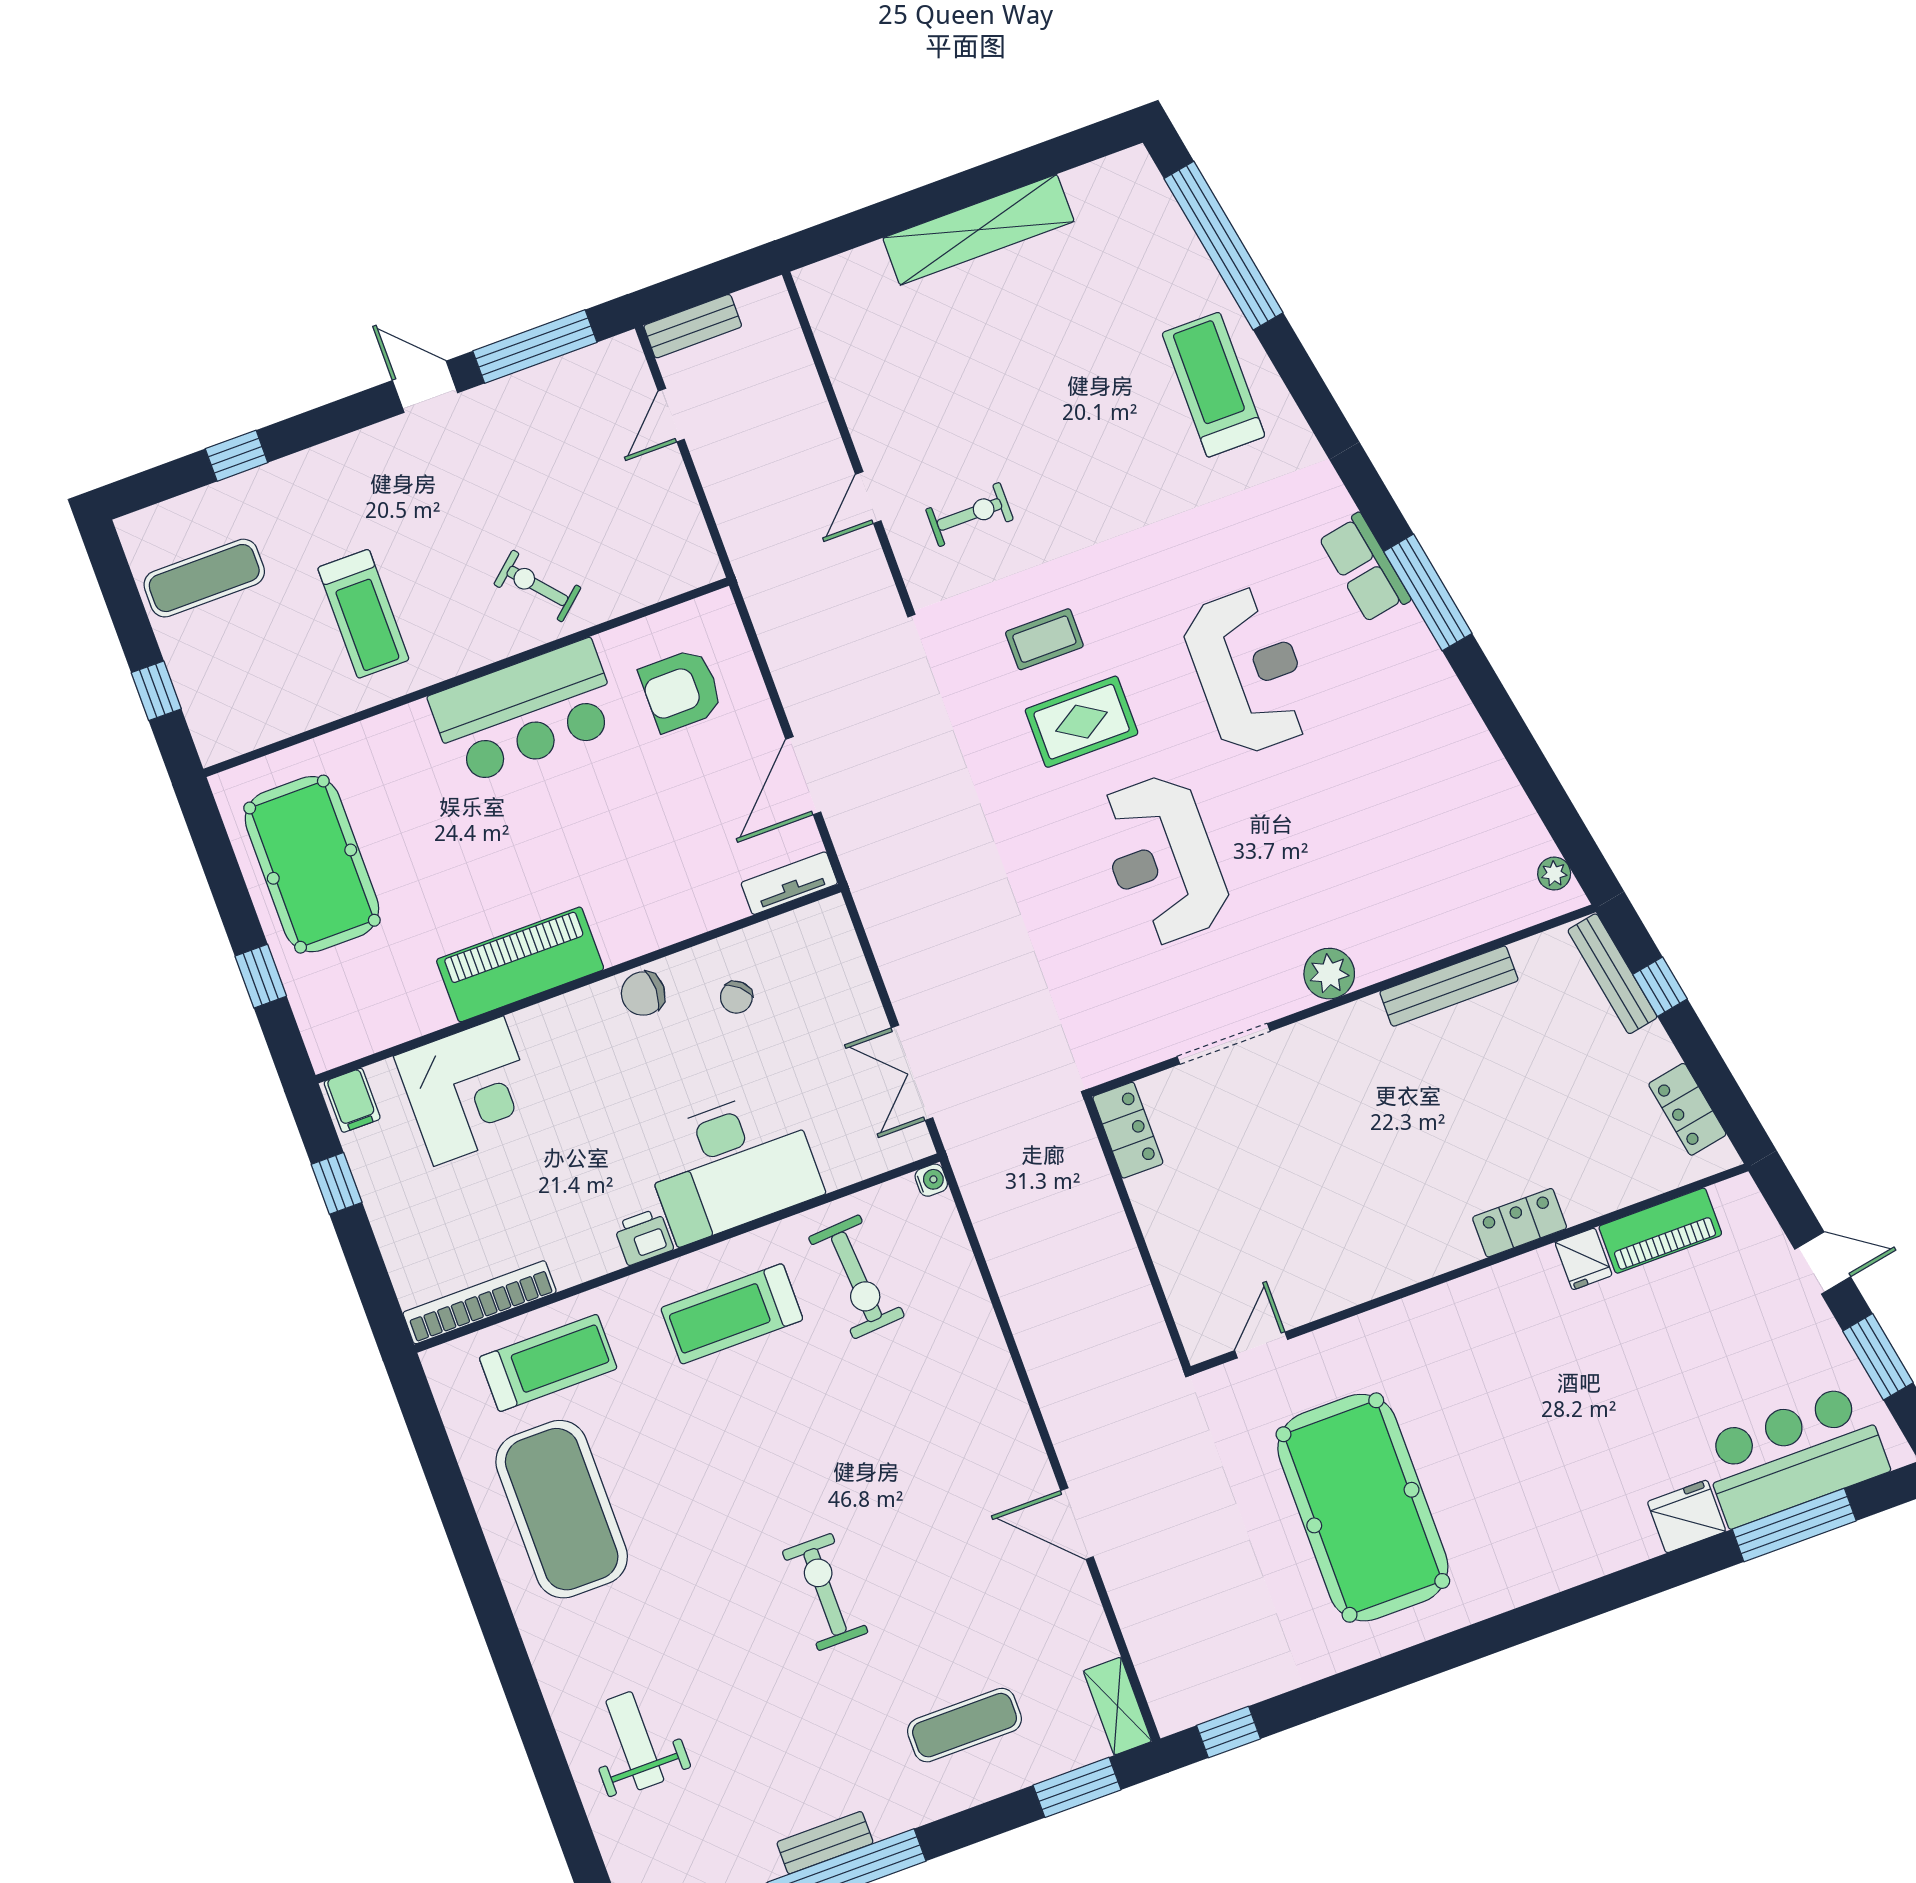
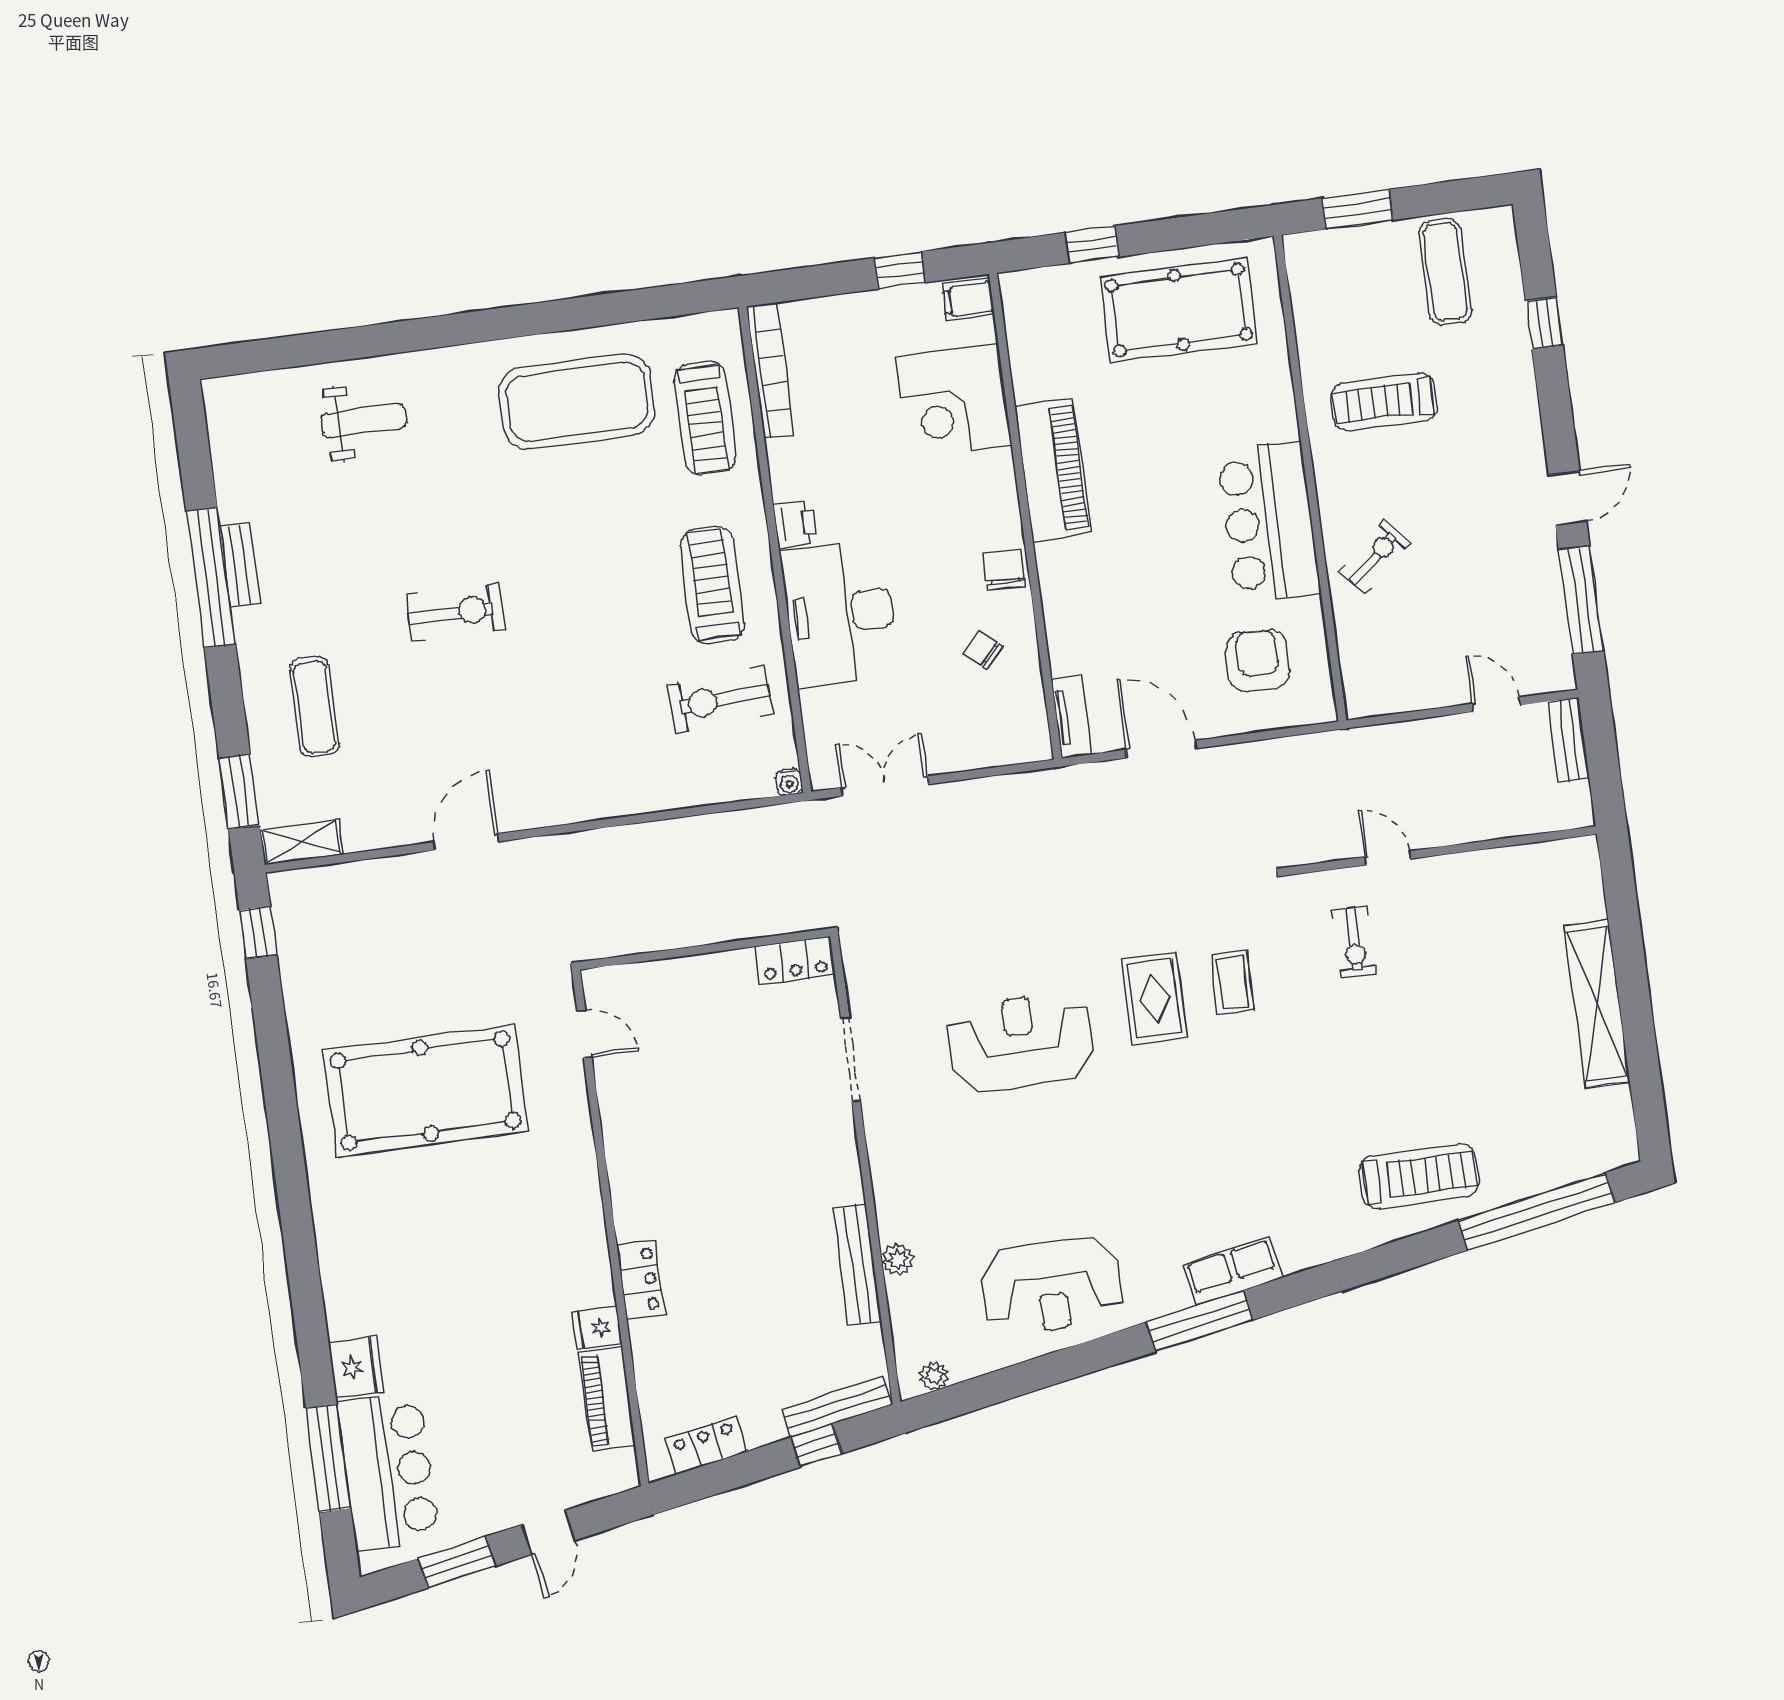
reception desk: (1249, 671) -> (1052, 1286), moved
window: (156, 691) -> (1357, 209), width x1.50
plant: (1329, 974) -> (897, 1259), moved, width x0.73, depth x0.73

